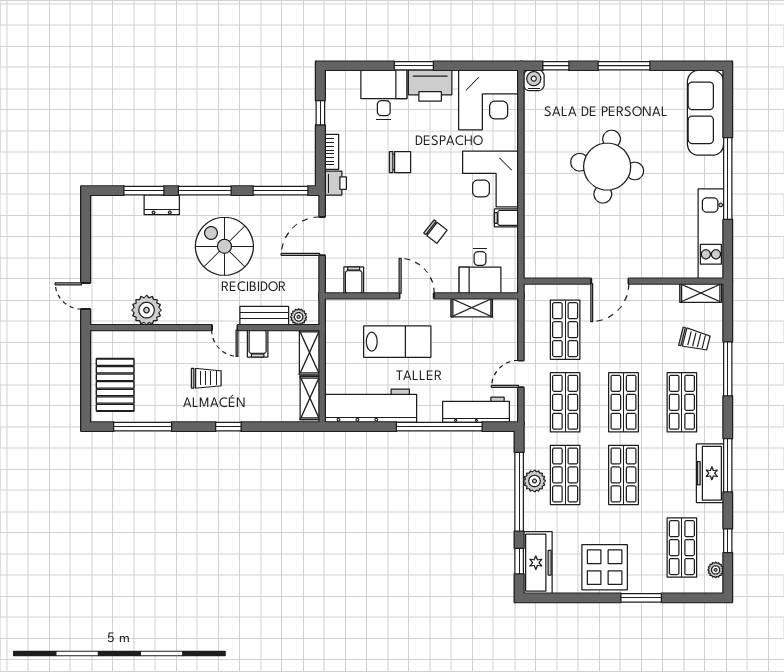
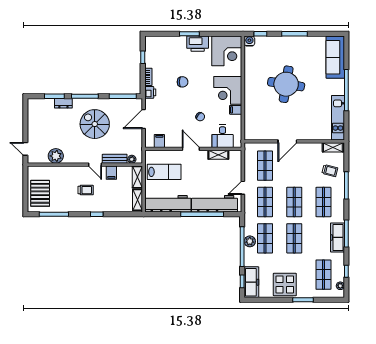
desk: (384, 95) -> (174, 48), removed
lab bench: (397, 342) -> (164, 172), moved
workbench: (476, 410) -> (214, 204), width x1.36, depth x1.32

